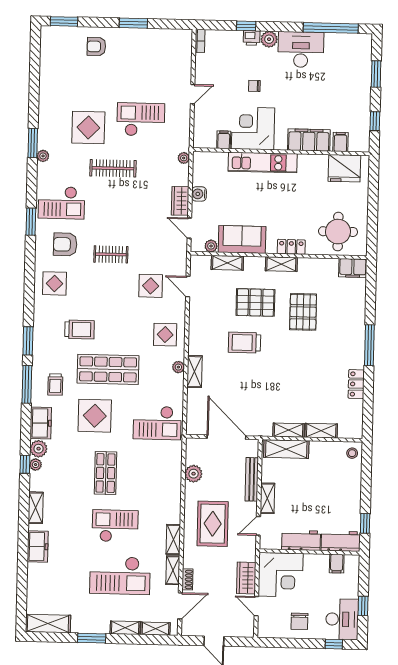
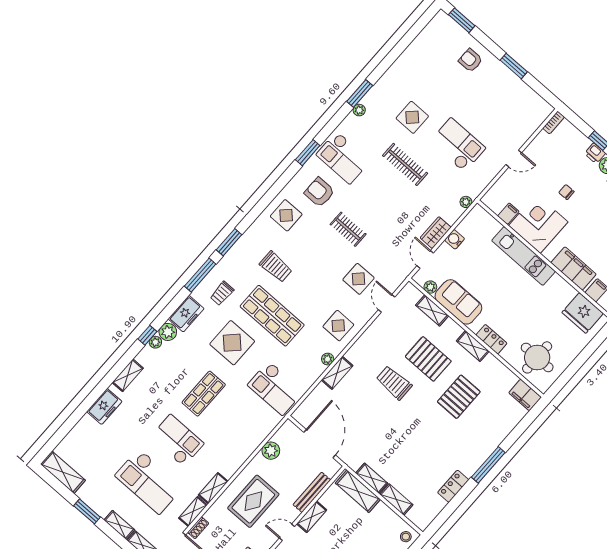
display table: (88, 127) -> (412, 117), width x0.73, depth x0.73

